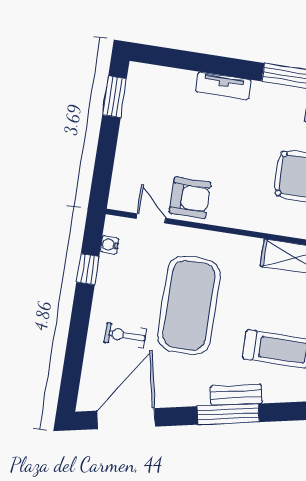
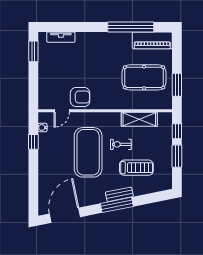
tv unit: (223, 86) -> (61, 37), moved
door: (151, 218) -> (62, 111), swing flipped
exercise bike: (125, 335) -> (121, 144), moved

